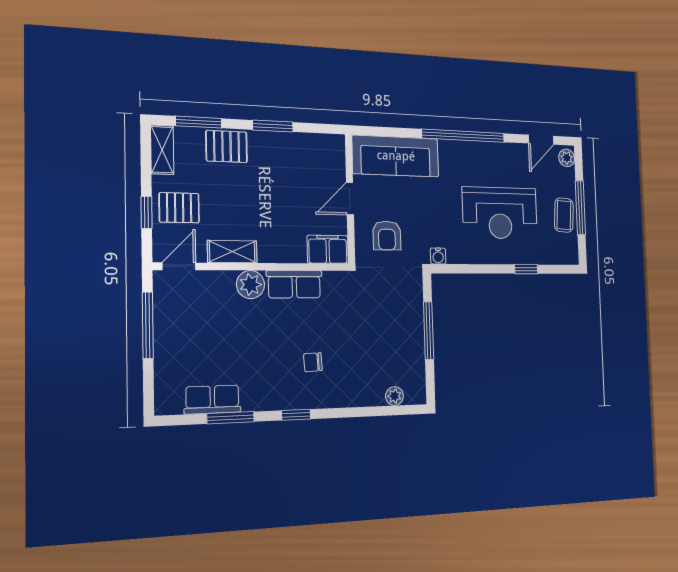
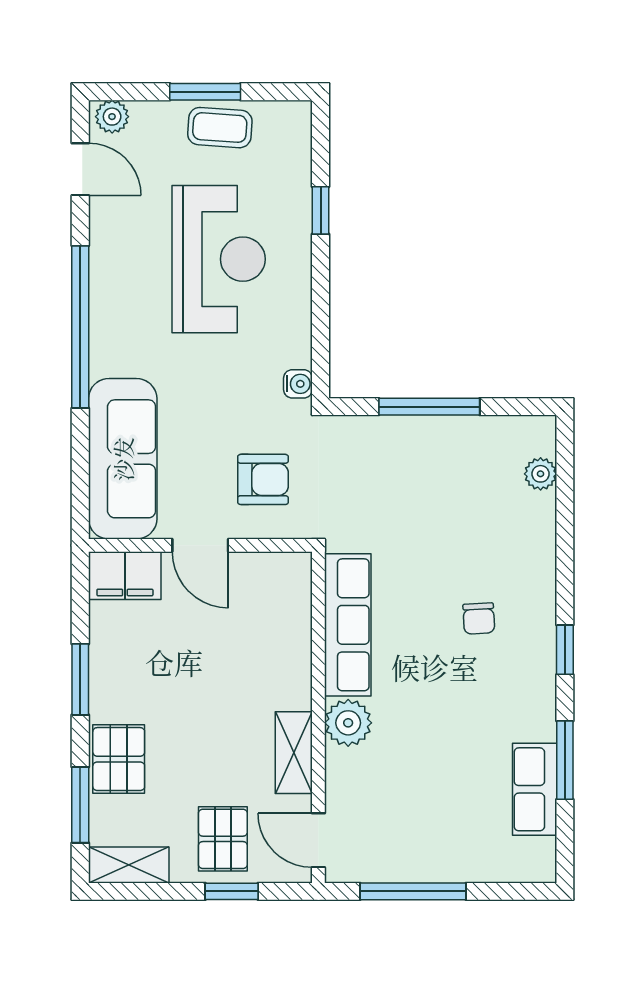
window: (580, 208) -> (205, 92), width x0.69
filing cabinet: (328, 249) -> (125, 576), moved, turned -90
row of seats: (294, 284) -> (348, 625), width x1.48

